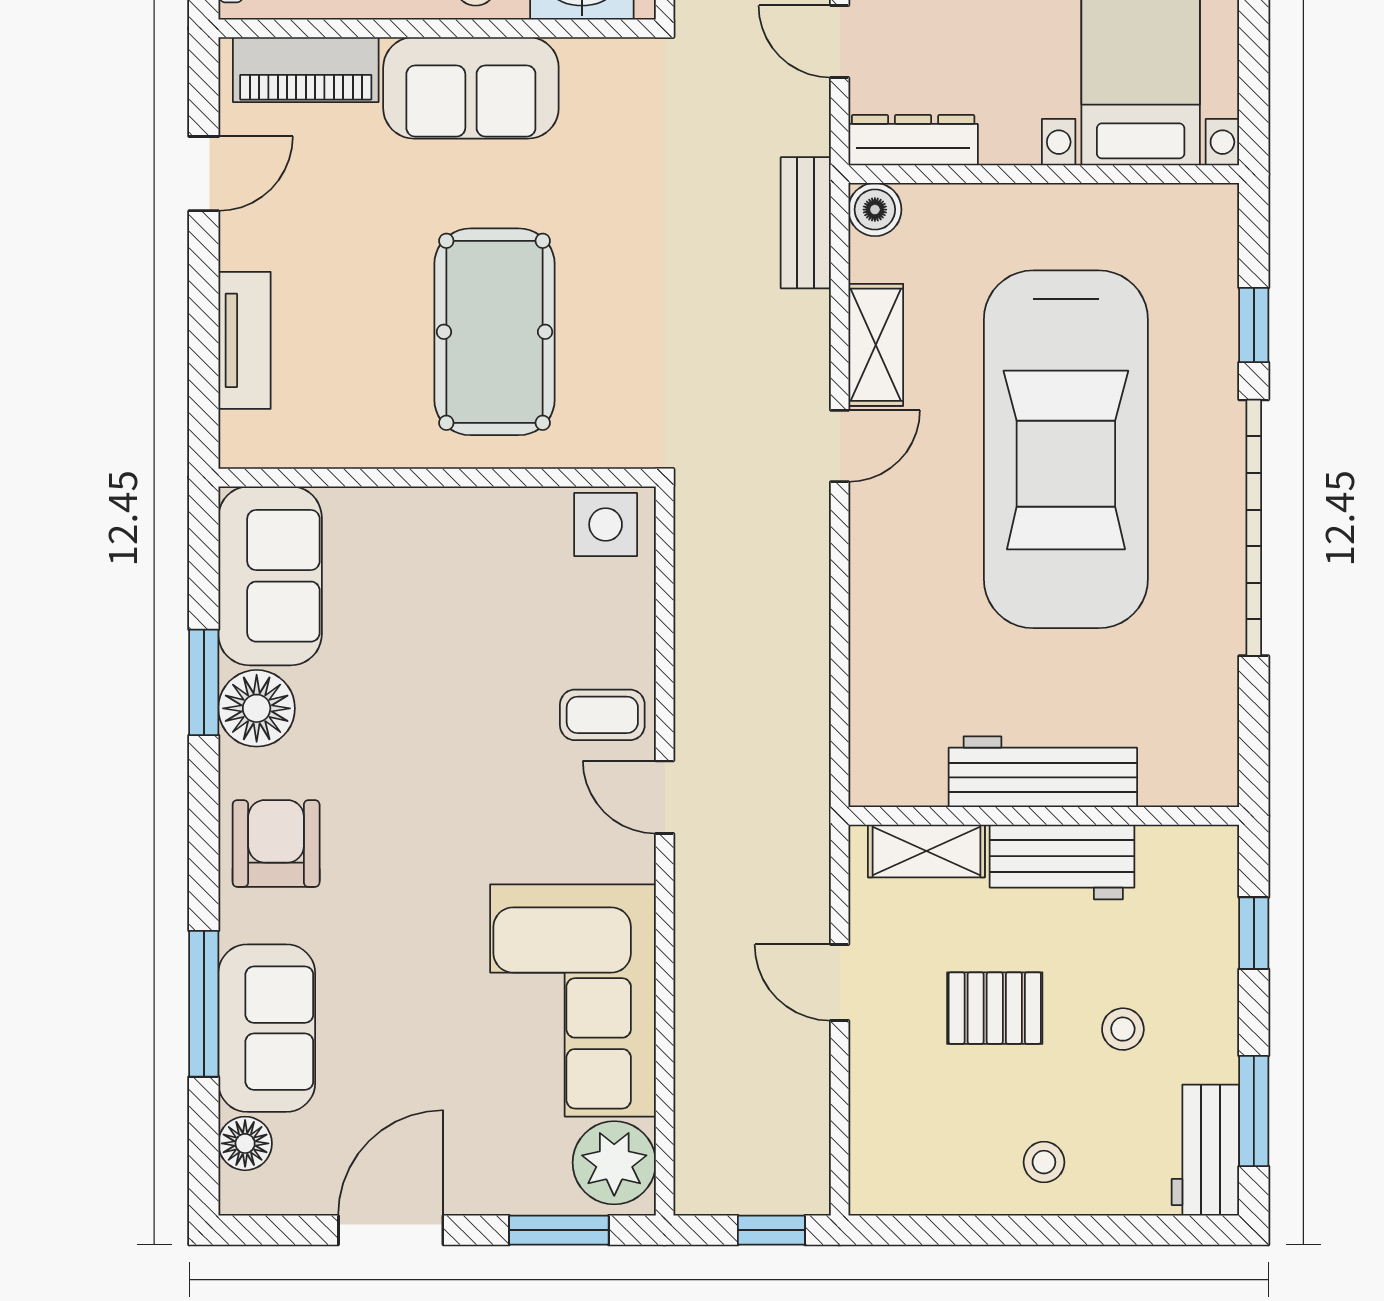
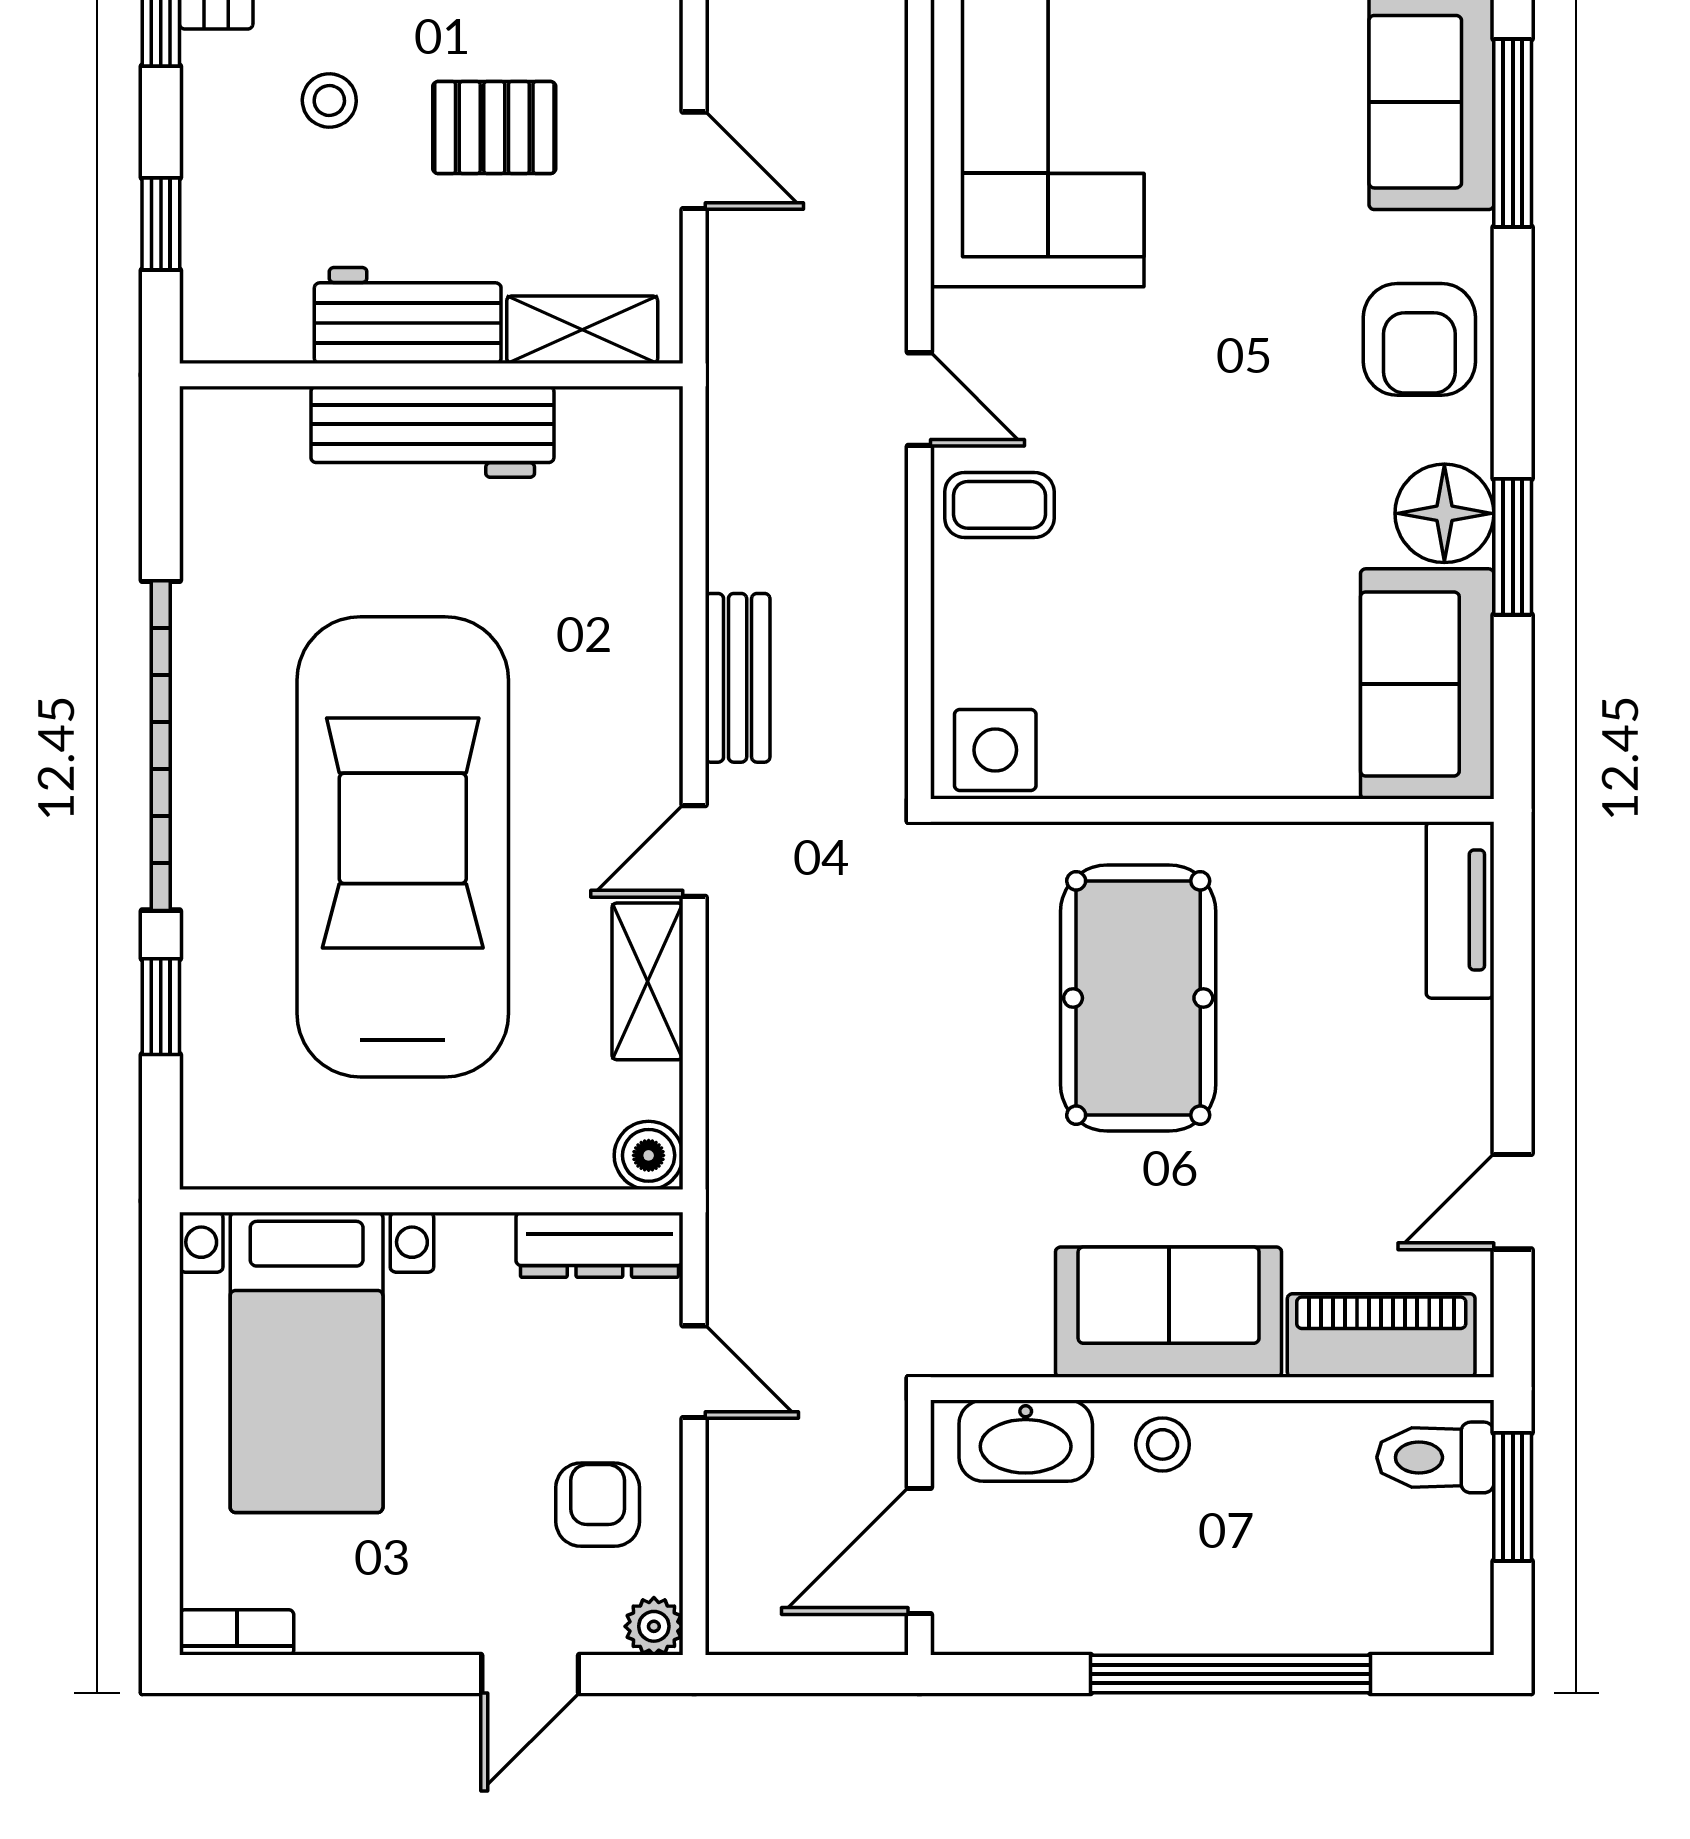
bench: (806, 223) -> (738, 678), moved
tv unit: (244, 340) -> (1460, 910), moved

